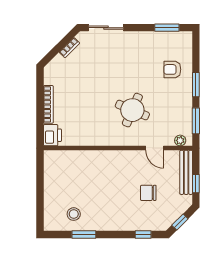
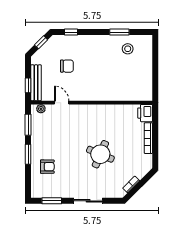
sliding door: (106, 28) -> (88, 201), moved
round table: (132, 110) -> (100, 154), moved
window: (196, 184) -> (28, 85), moved

